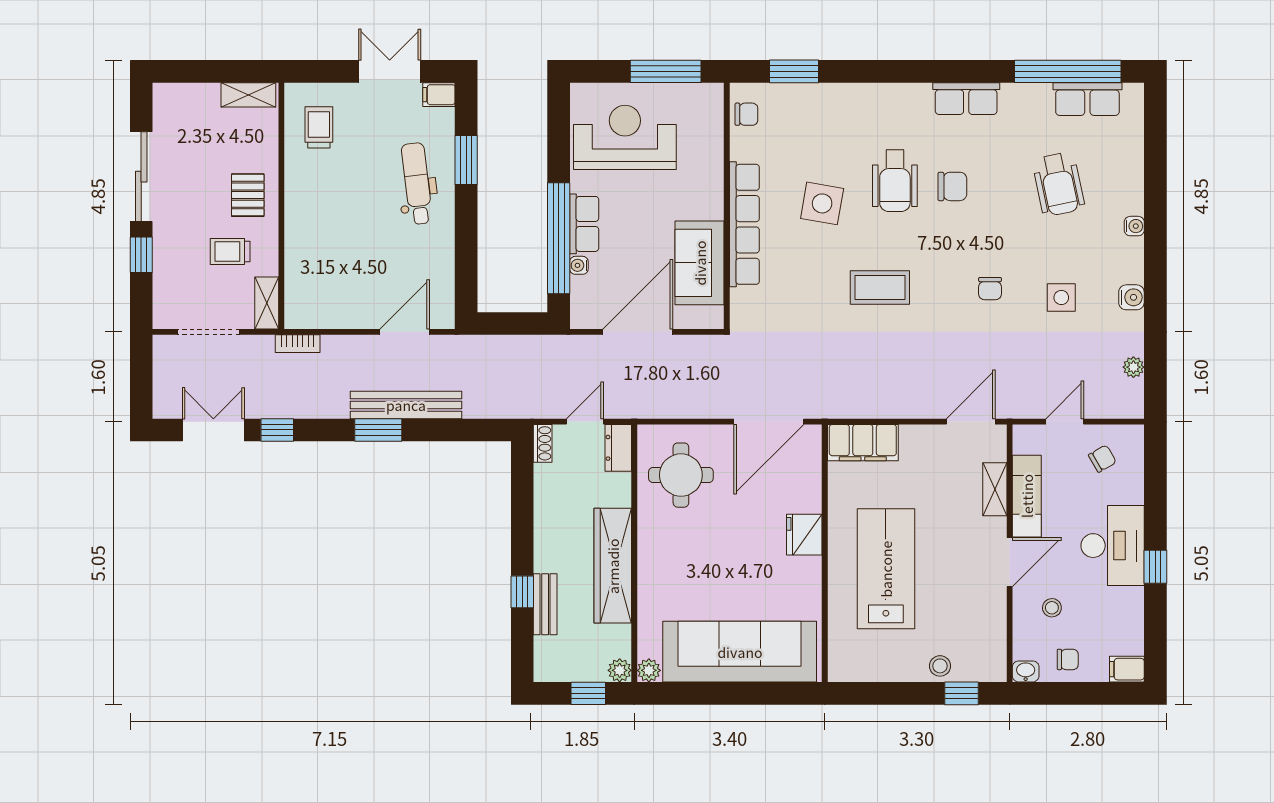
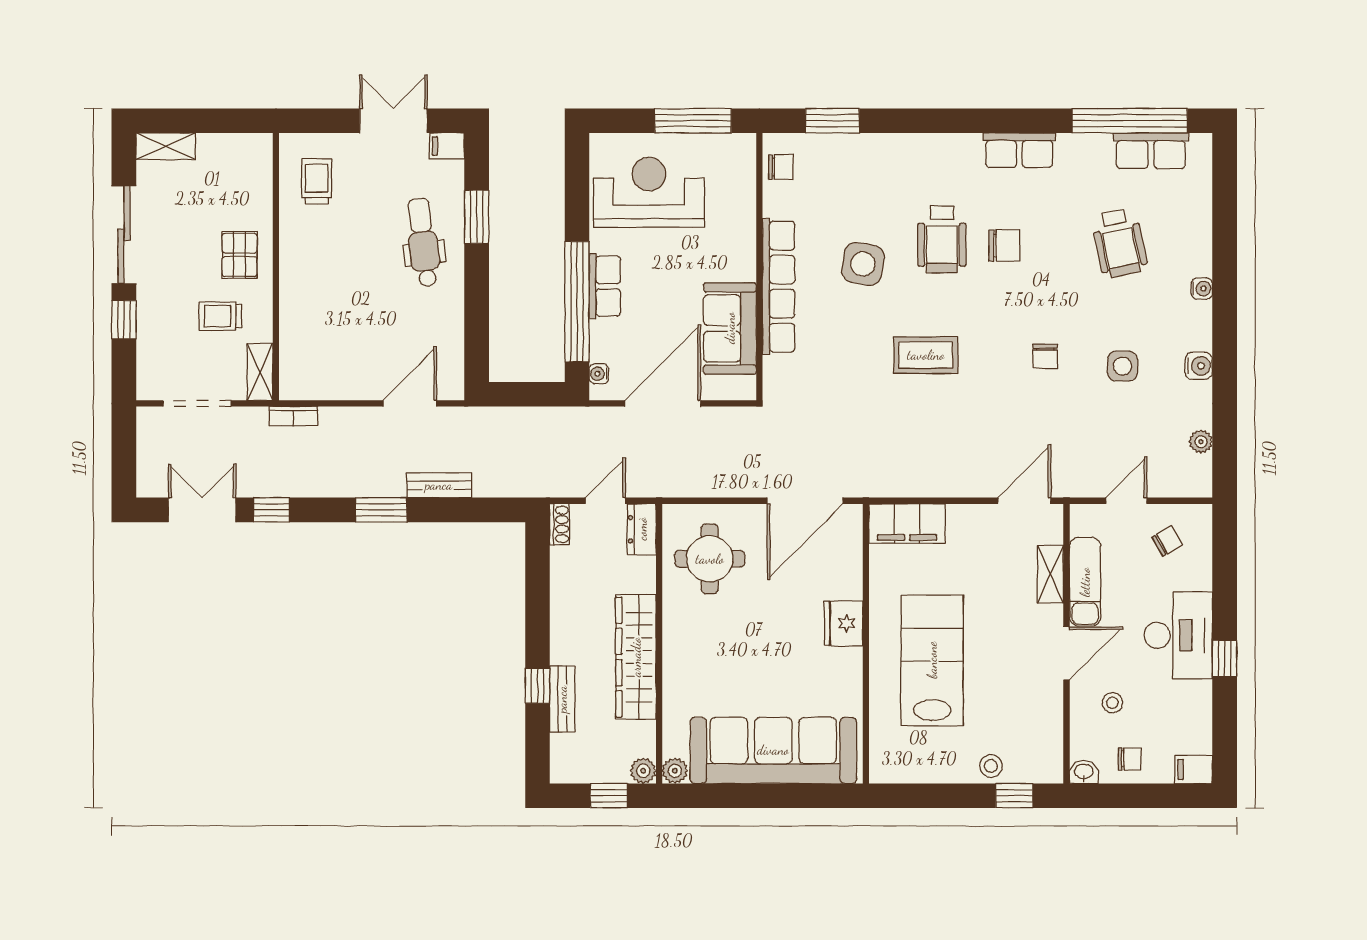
shelving: (248, 95) -> (166, 146), moved
water cooler: (579, 265) -> (599, 374), moved
bench: (406, 405) -> (439, 485), width x0.54, depth x0.82

